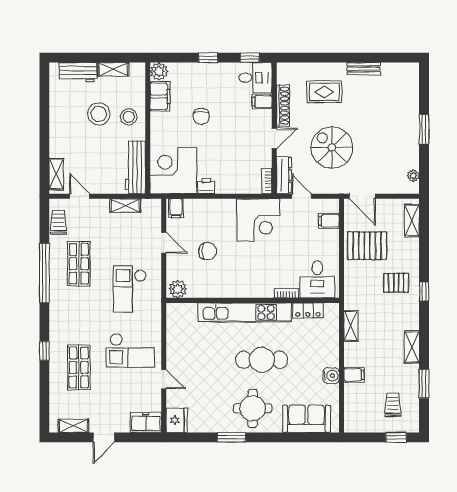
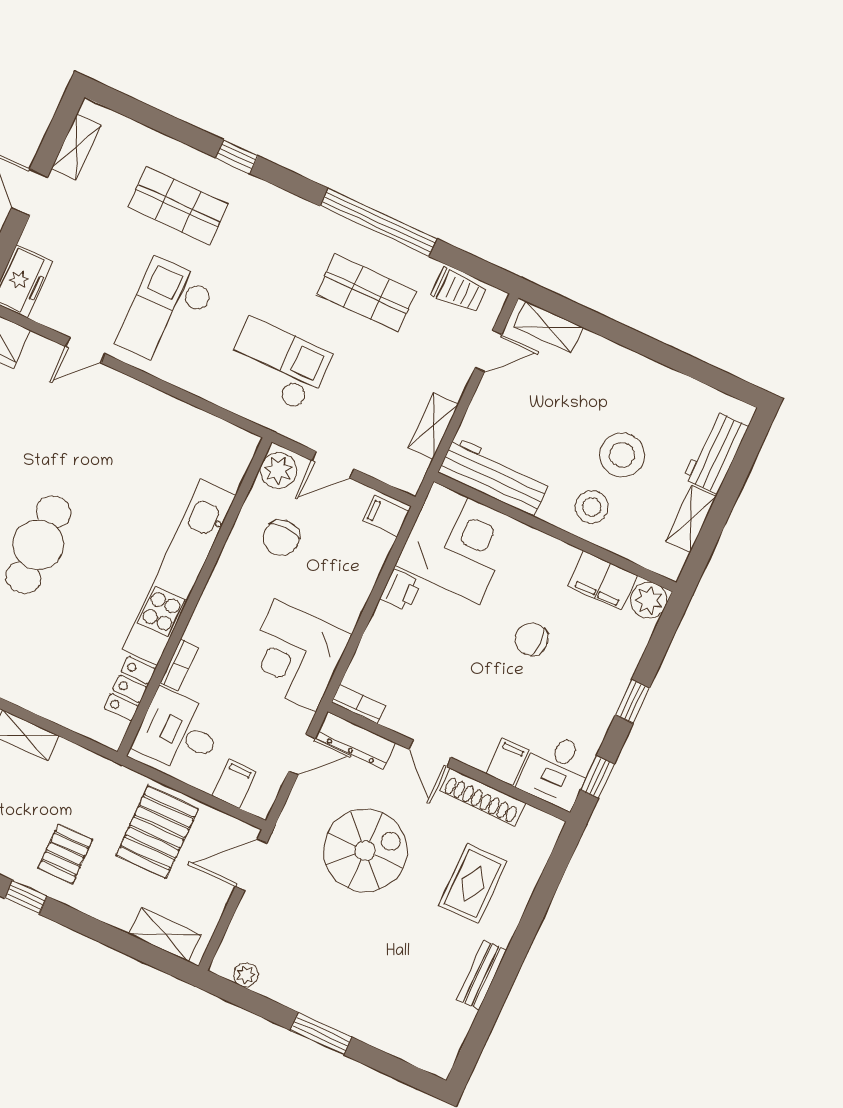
desk: (317, 279) -> (178, 732), moved
plant: (178, 289) -> (278, 470), moved
bookcase: (287, 293) -> (179, 665), moved
wall: (253, 300) -> (195, 597), moved
locker: (308, 310) -> (130, 689), moved
kitchen unit: (245, 312) -> (179, 572), moved

